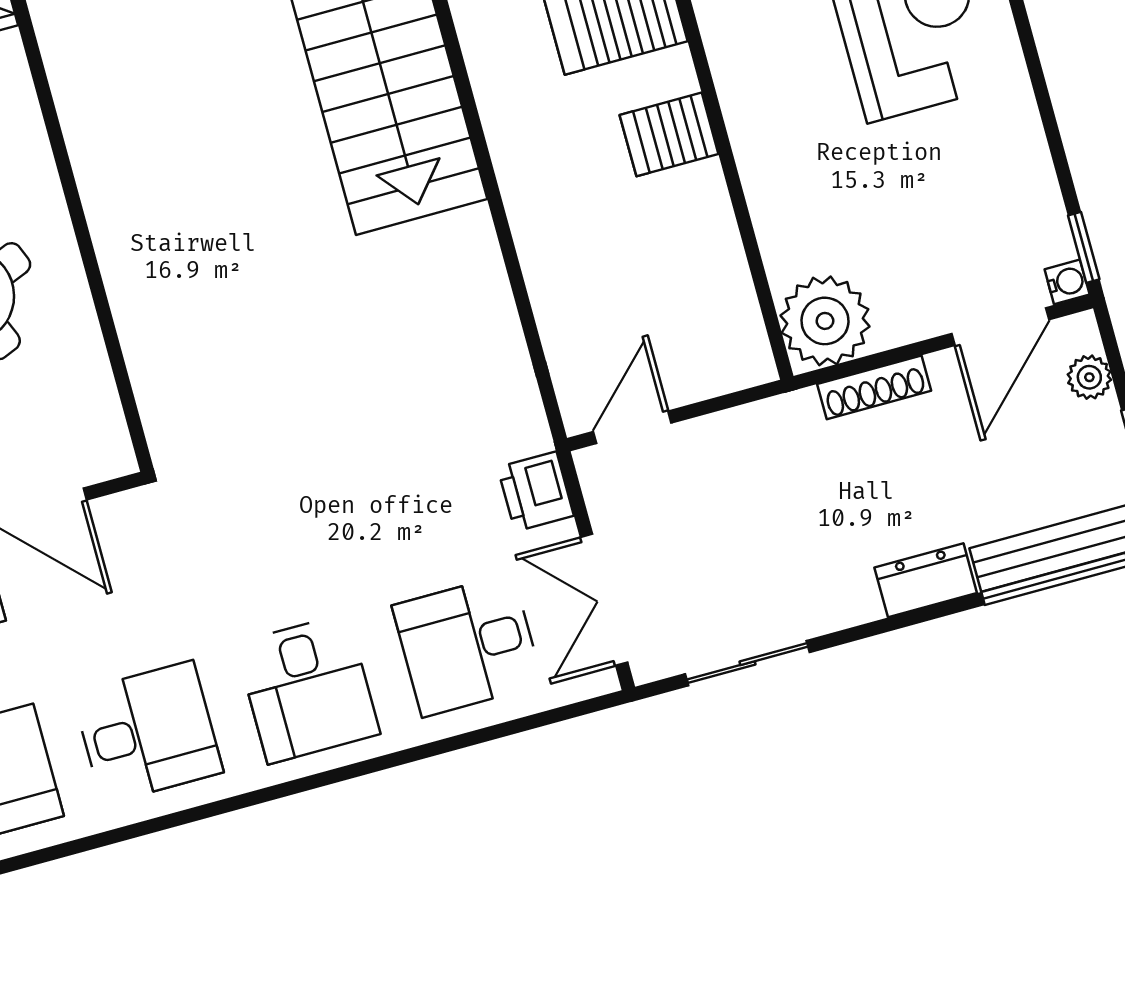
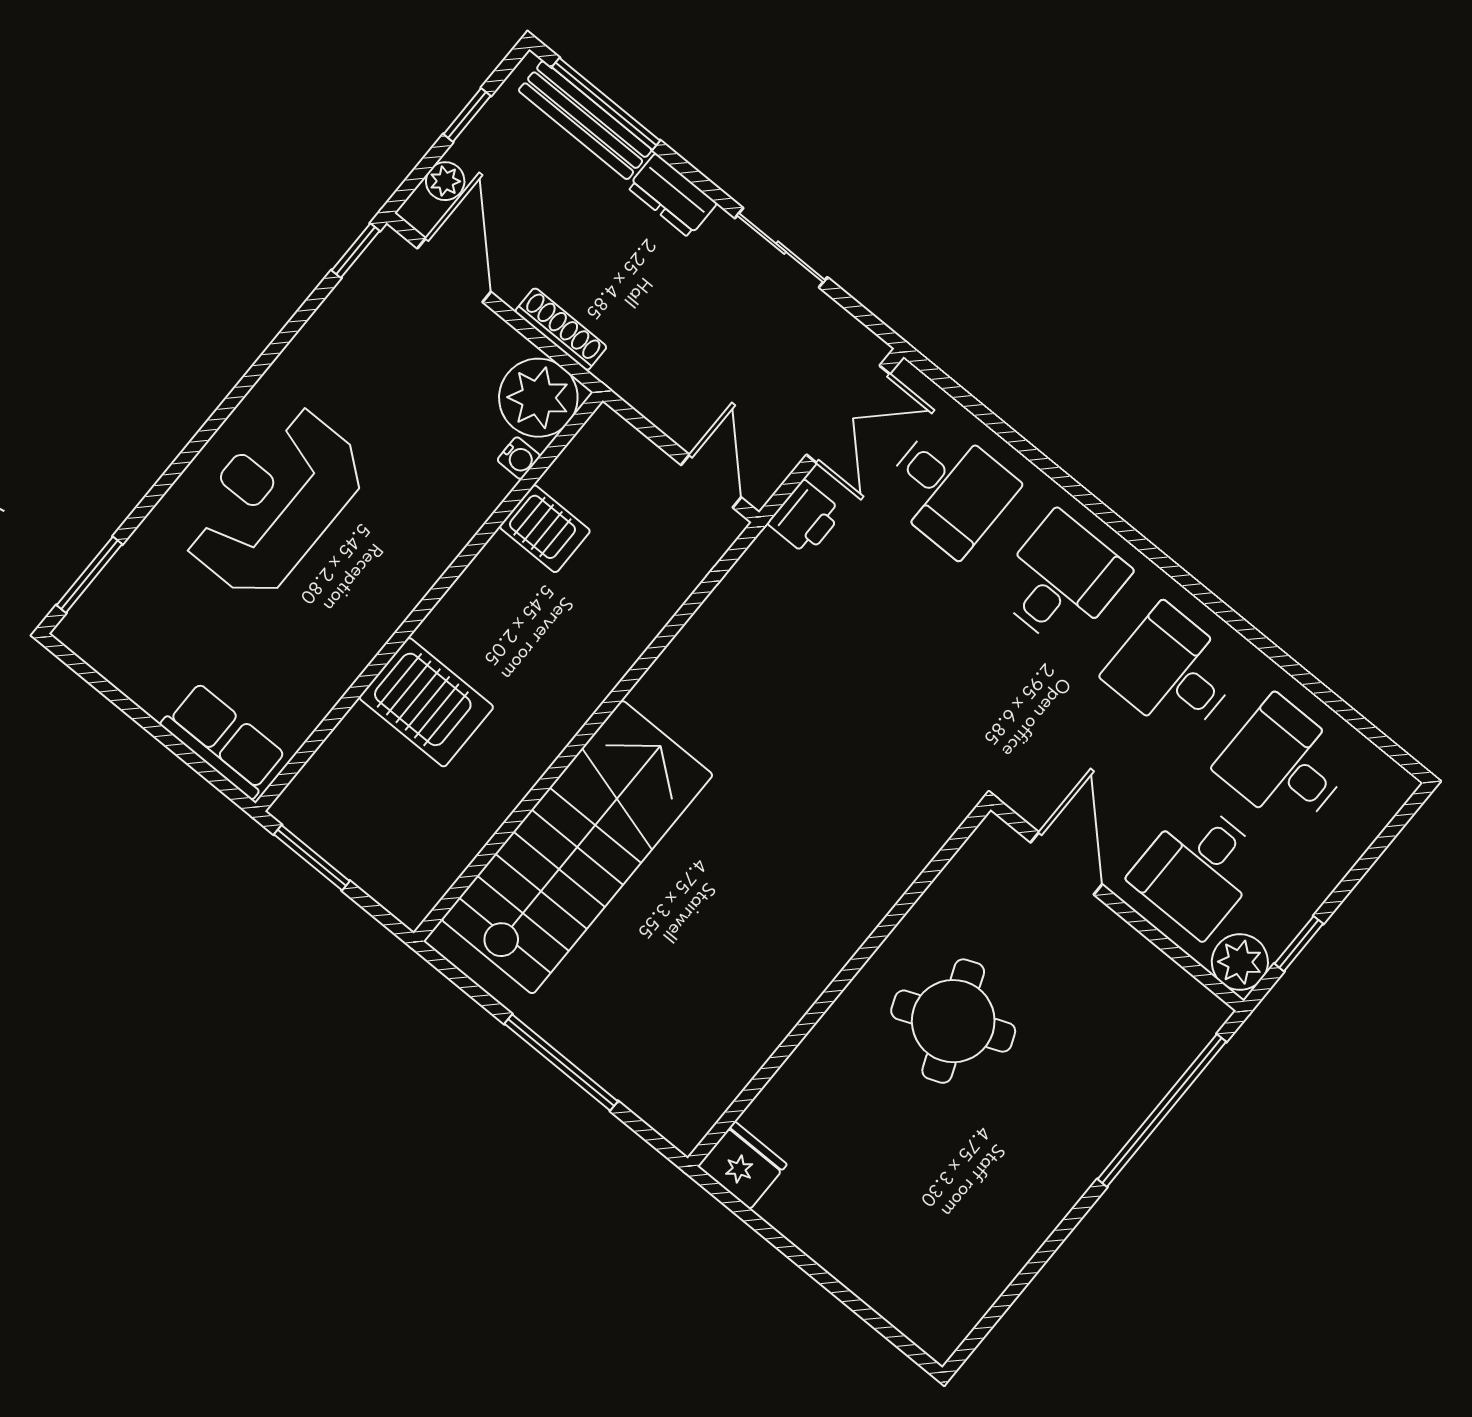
server rack: (669, 134) -> (545, 529), moved
water cooler: (1067, 282) -> (519, 458), moved, turned 180
door: (1000, 327) -> (454, 270), hinge flipped
door: (632, 427) -> (711, 481), swing flipped
sliding door: (748, 663) -> (781, 248), moved

